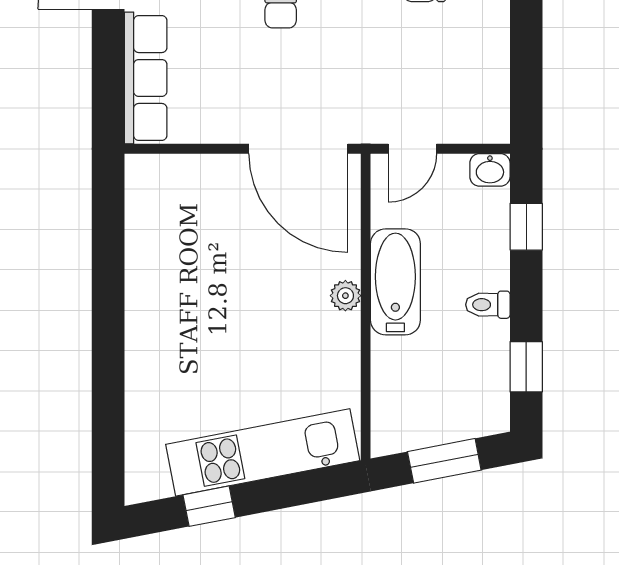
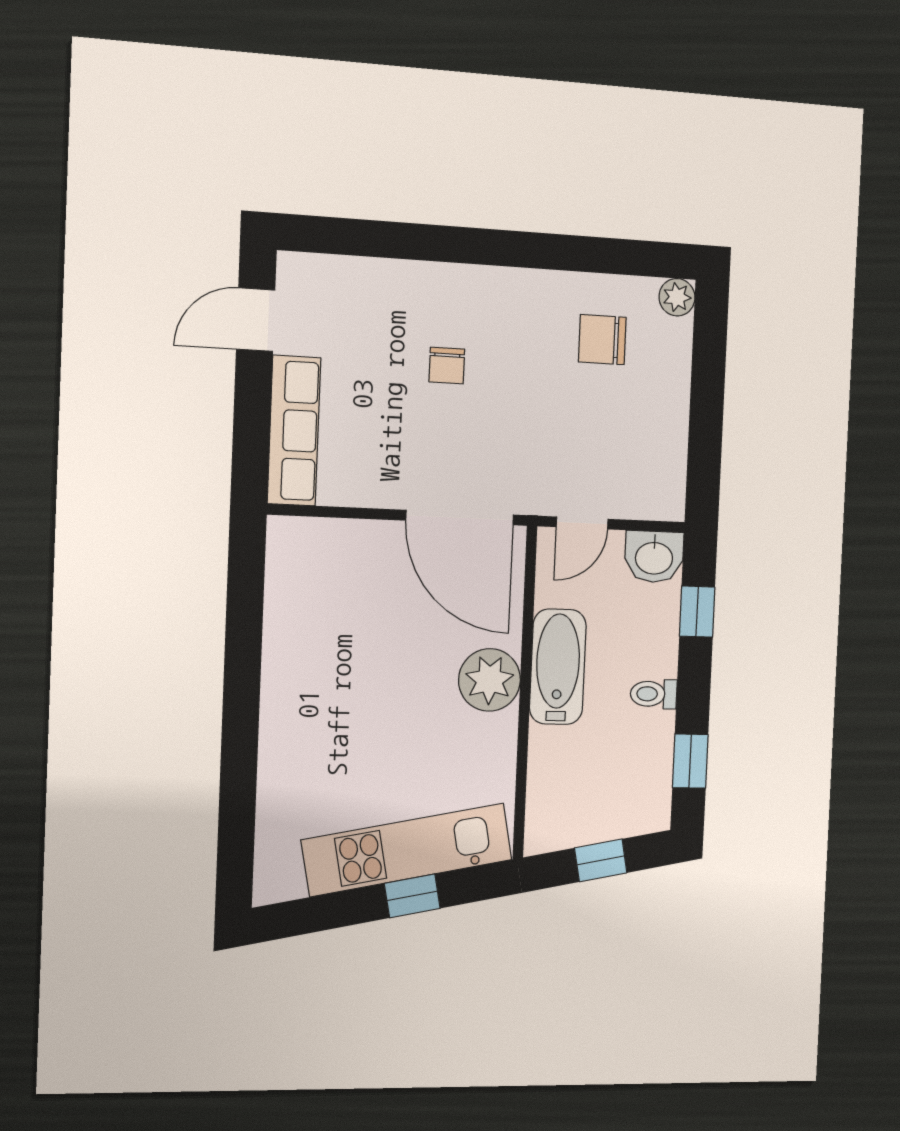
washbasin: (490, 170) -> (654, 557), width x1.38, depth x1.45
plant: (345, 296) -> (490, 680), width x1.88, depth x1.88
window: (444, 461) -> (601, 860), width x0.67
window: (209, 506) -> (412, 896), moved

